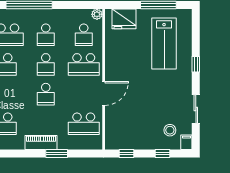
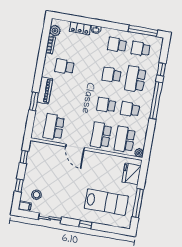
school desk: (84, 35) -> (125, 139), width x1.85
lab bench: (164, 44) -> (106, 202), turned 180
school desk: (46, 94) -> (83, 101), removed

